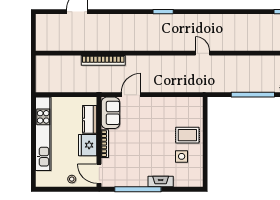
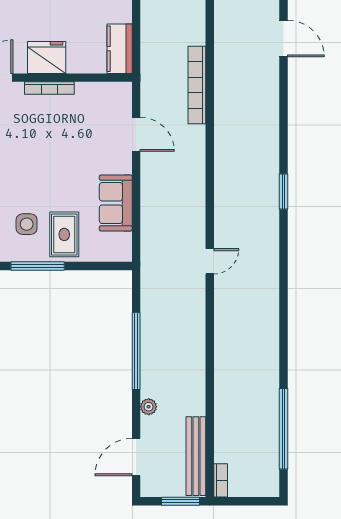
sofa: (111, 113) -> (116, 203), moved, turned 90
kitchen counter: (90, 119) -> (120, 49), moved, turned -90
window: (205, 150) -> (38, 266), added

